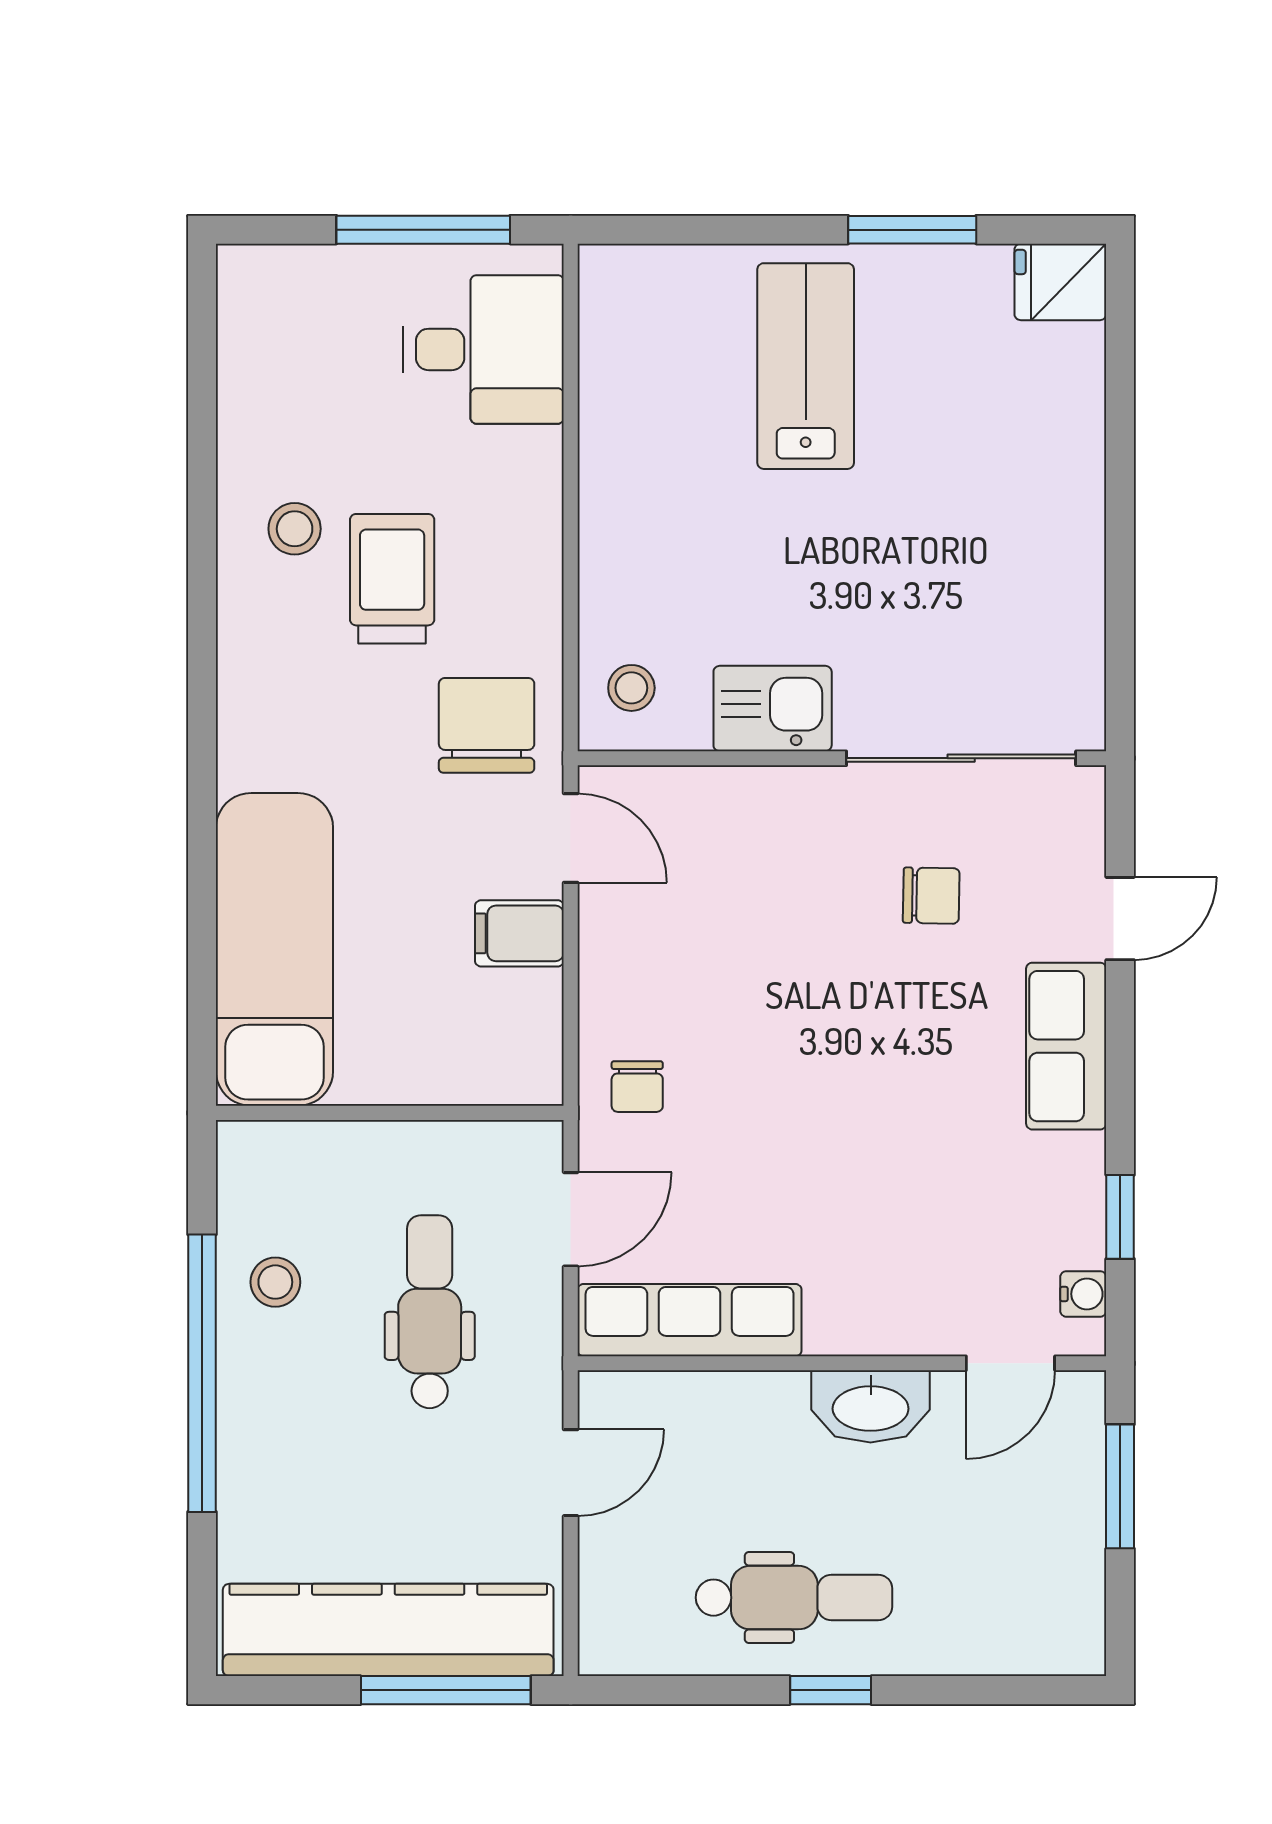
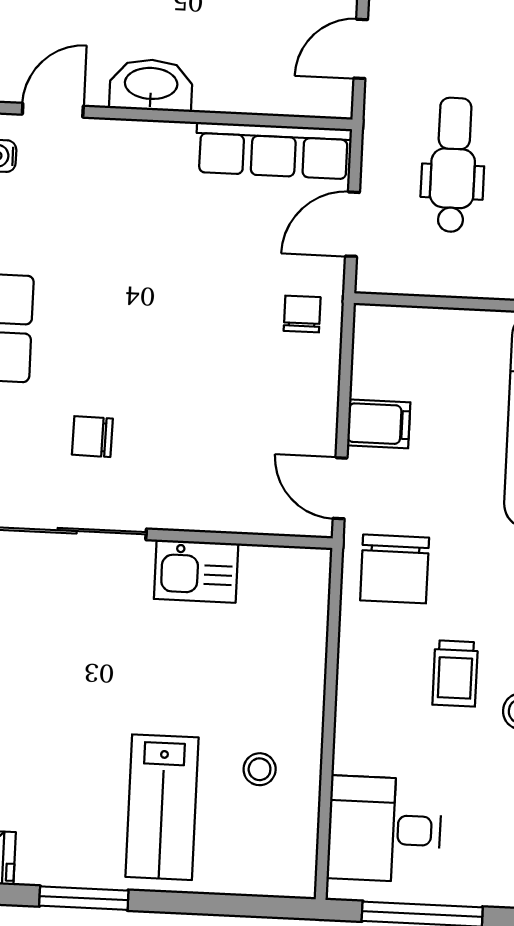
trolley: (392, 579) -> (455, 673), width x0.73, depth x0.72
stool: (631, 688) -> (260, 769), moved
dental chair: (430, 1312) -> (453, 165), turned 180

